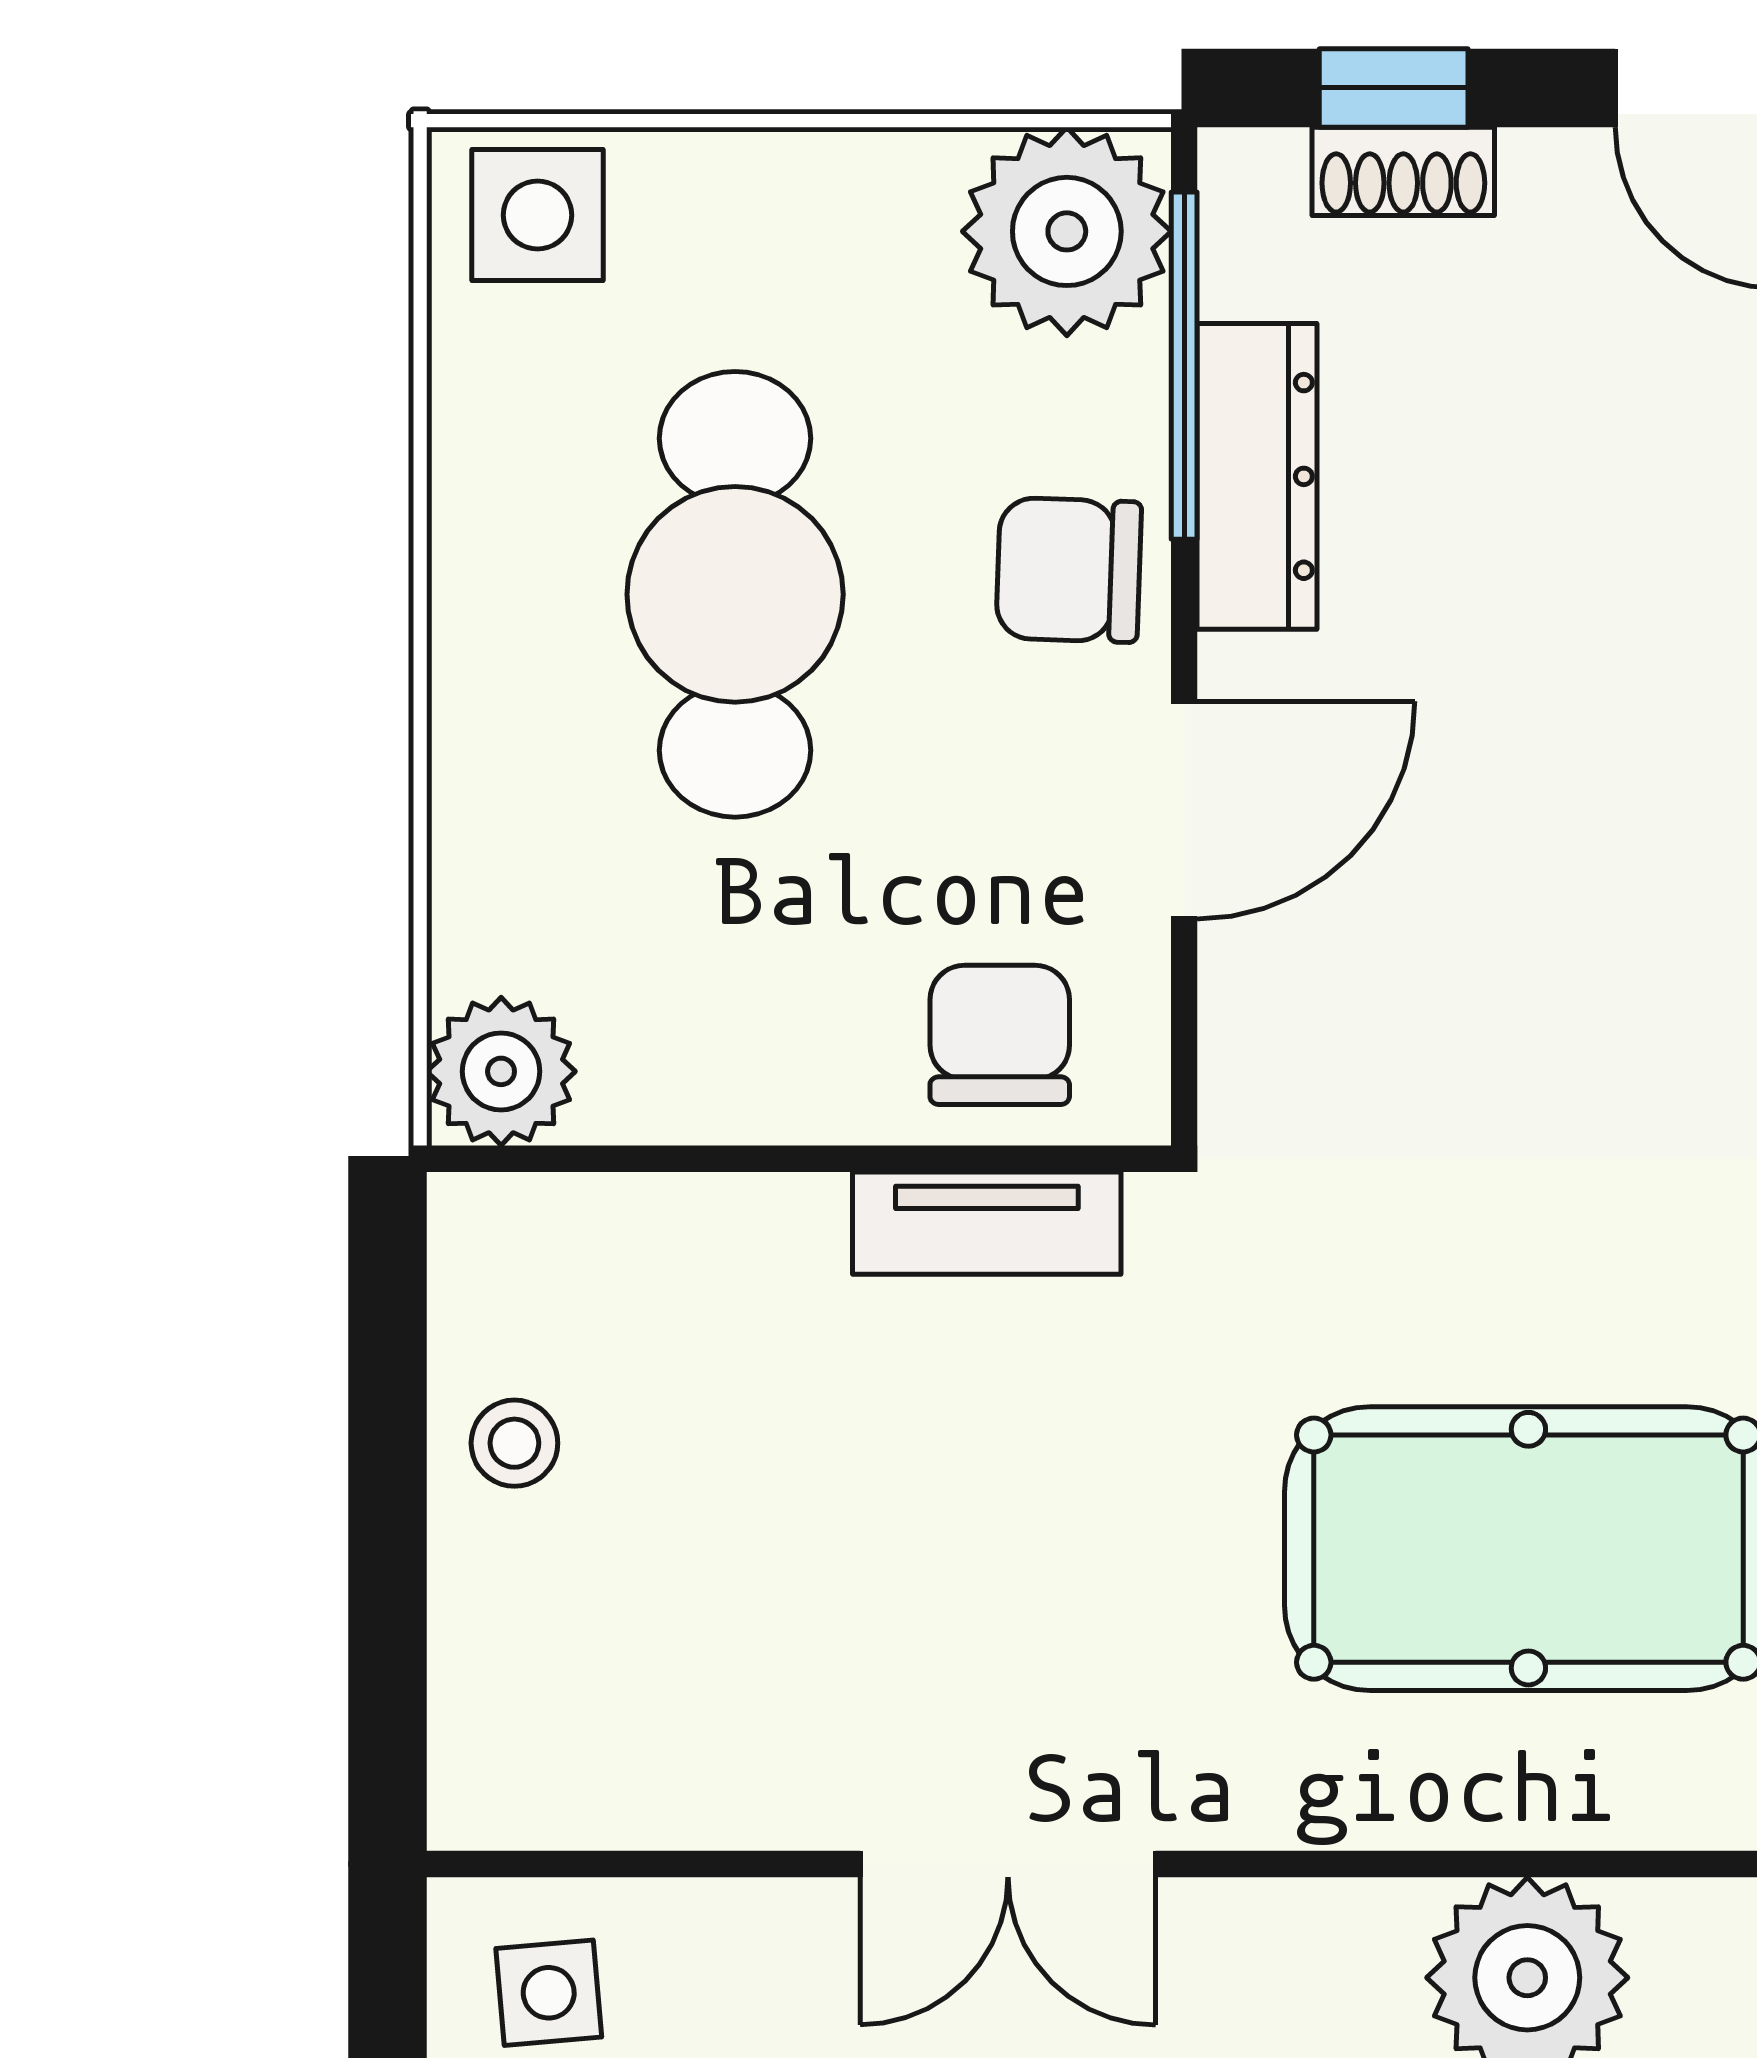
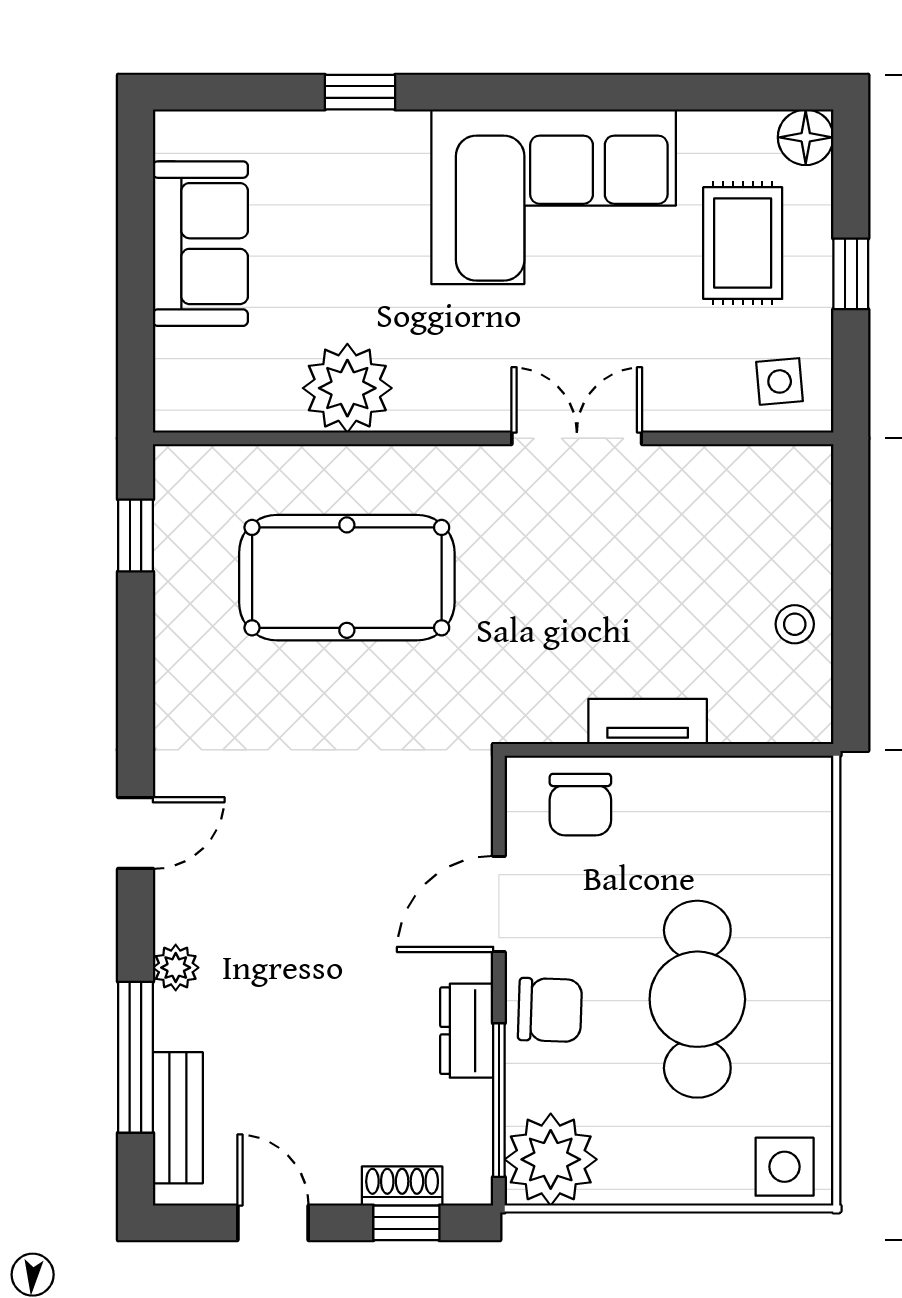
dresser: (1257, 476) -> (467, 1031), width x0.70
plant: (501, 1071) -> (801, 788), removed
tv unit: (987, 1223) -> (648, 721), moved

